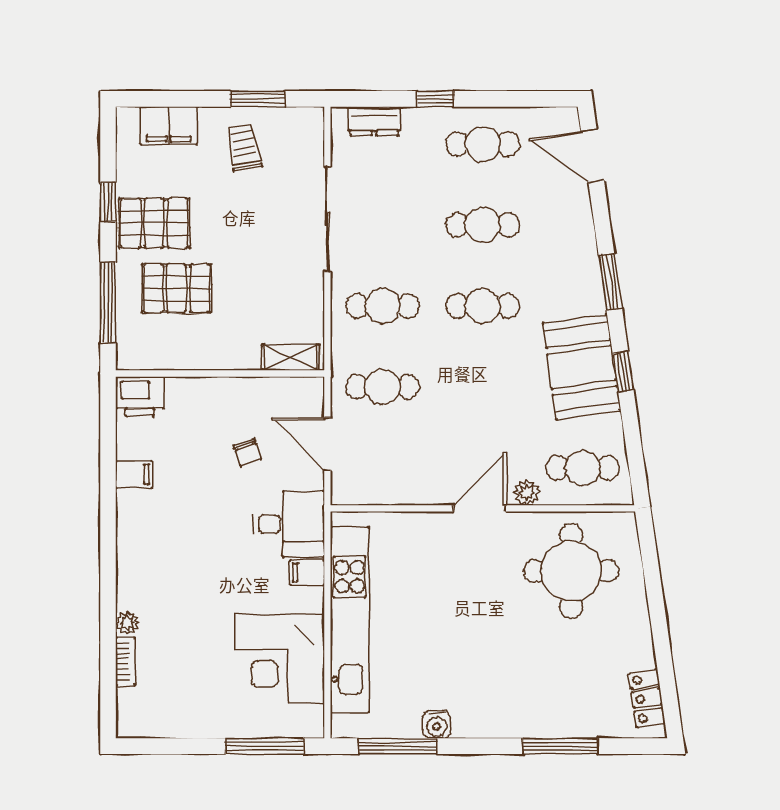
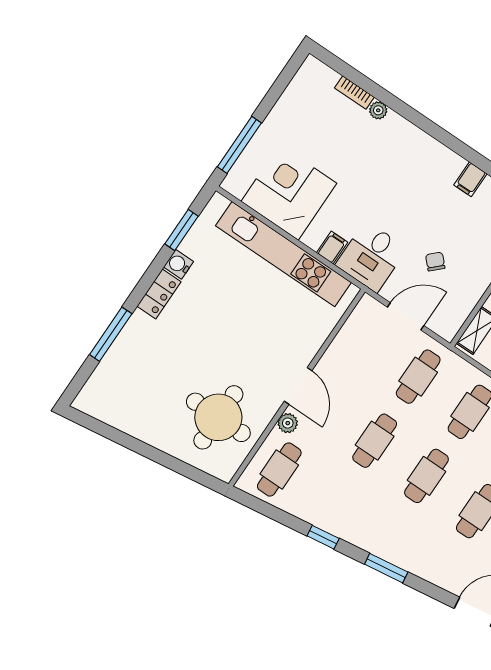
booth: (582, 367) -> (344, 513), removed
cafe table: (483, 387) -> (375, 441), added
chair: (247, 452) -> (435, 262), turned 65
locker: (647, 698) -> (159, 294), moved, turned 98
window: (398, 746) -> (181, 230), width x0.69

